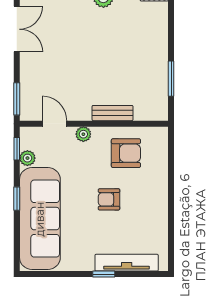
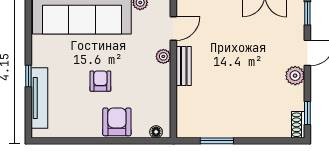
bench: (113, 113) -> (184, 66), moved
floor lamp: (162, 142) -> (156, 132), added
armchair: (126, 153) -> (117, 122), moved, turned 180

